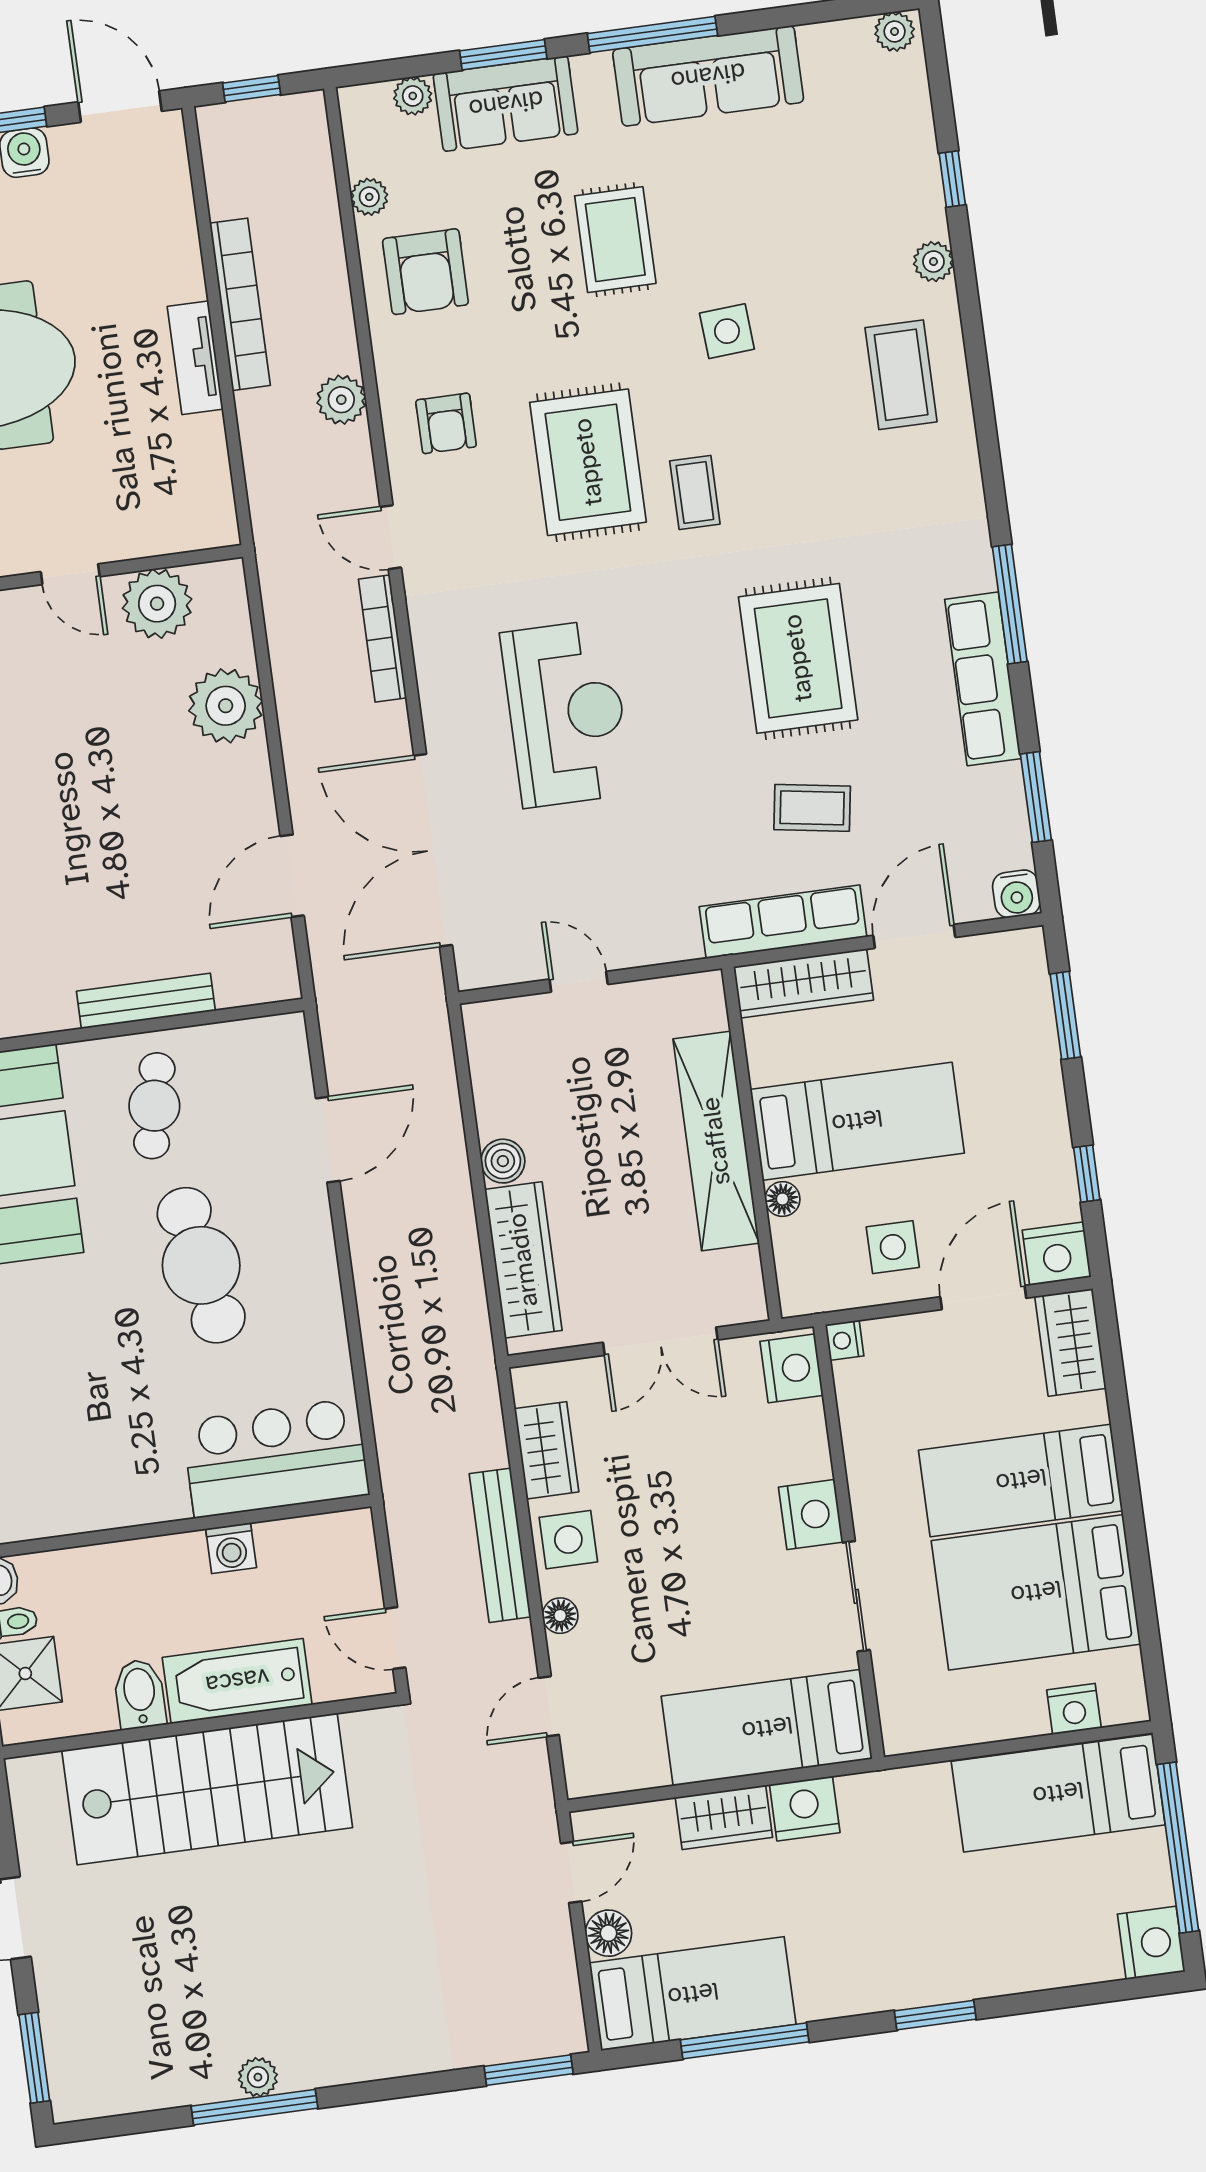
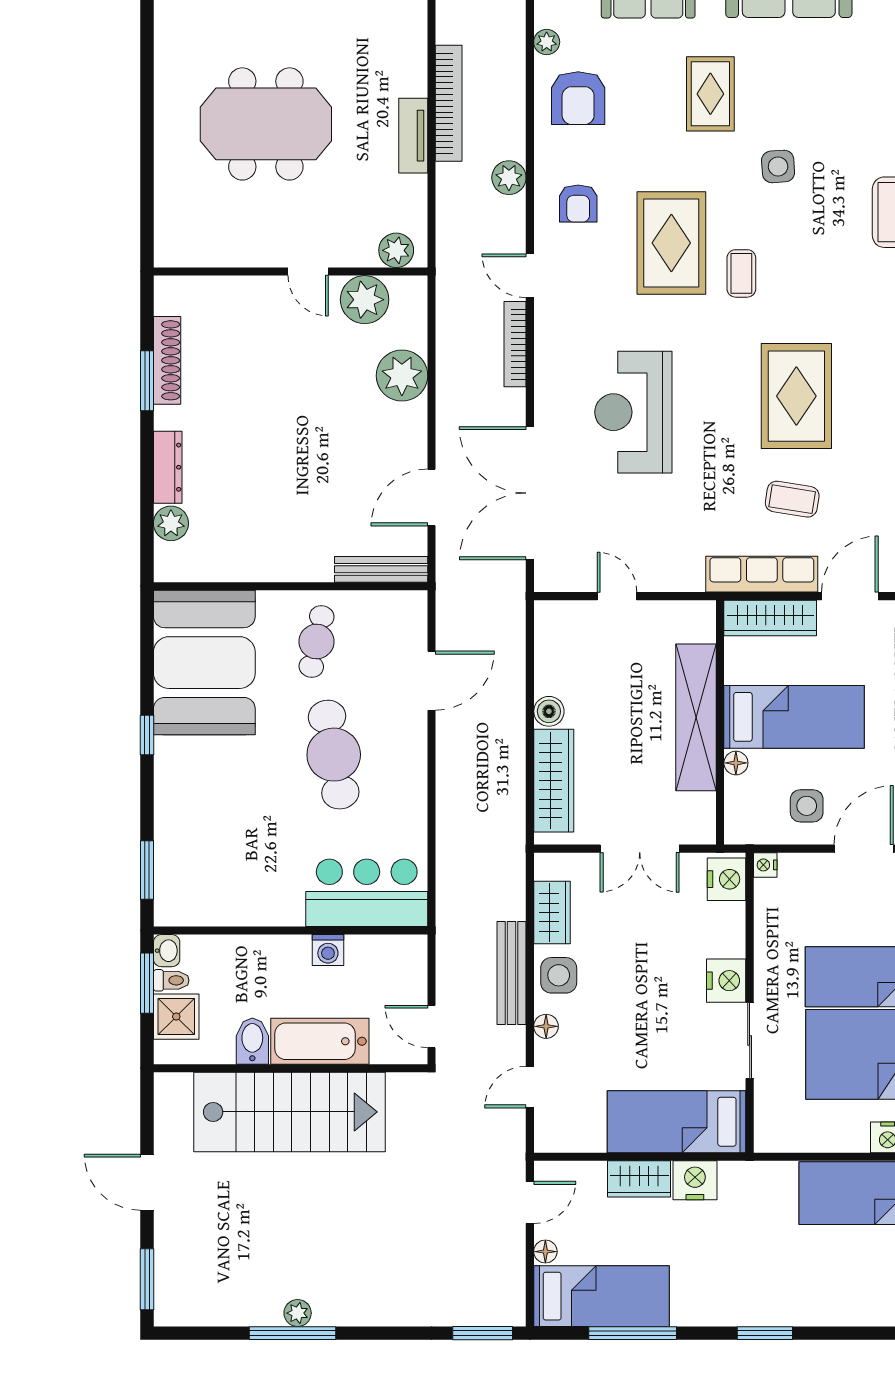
plant: (193, 526) -> (396, 250), added
reception desk: (566, 713) -> (633, 412), turned 180
bench: (146, 1001) -> (381, 569), moved
floor lamp: (608, 1933) -> (545, 1252), width x0.73, depth x0.73

